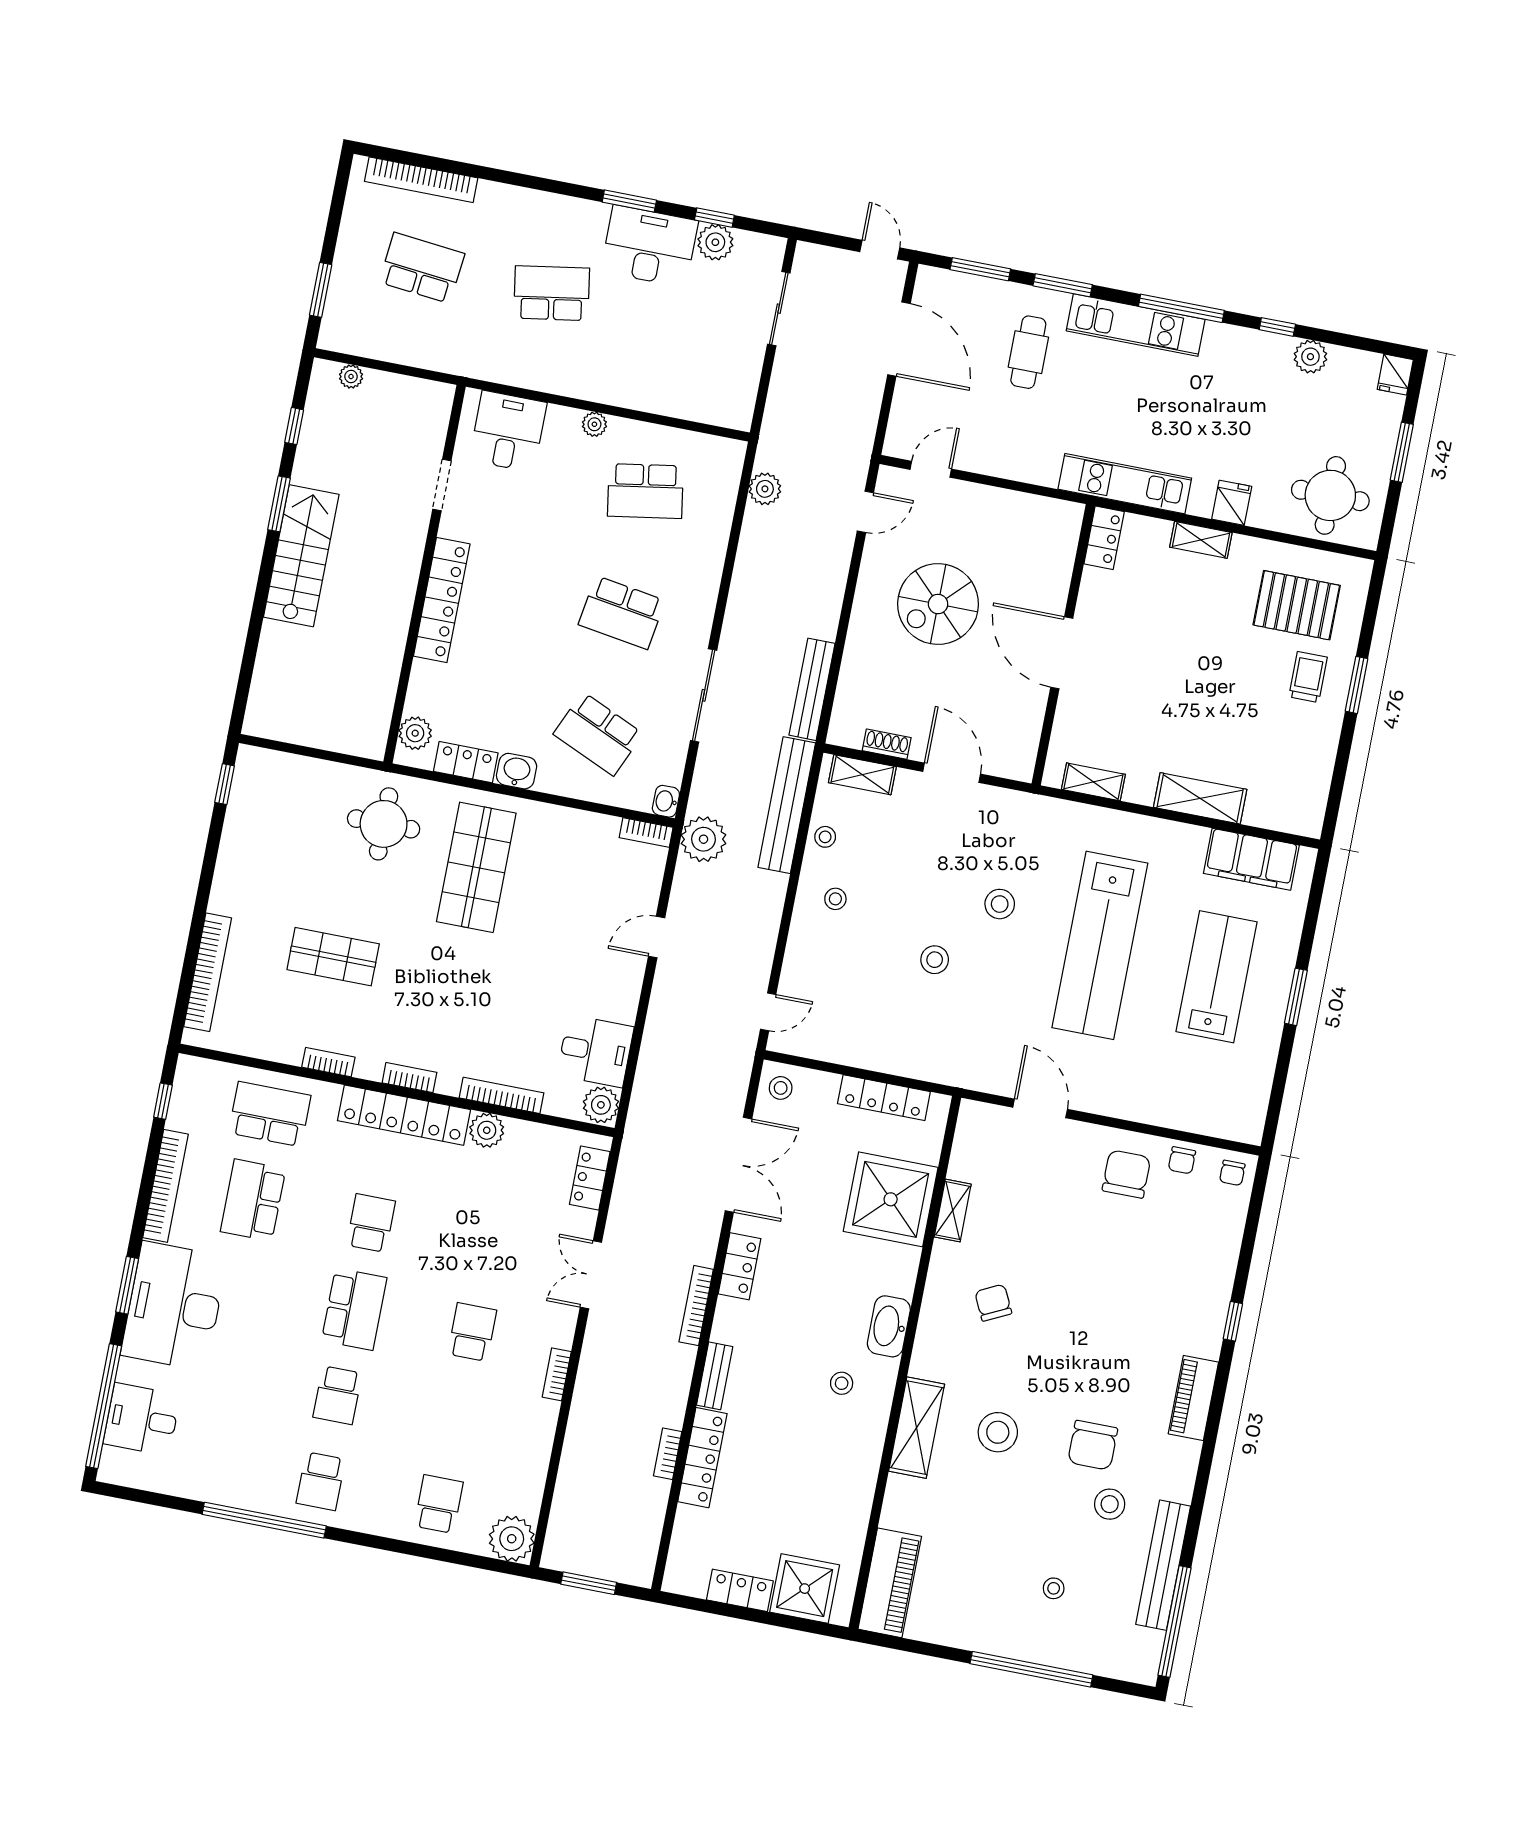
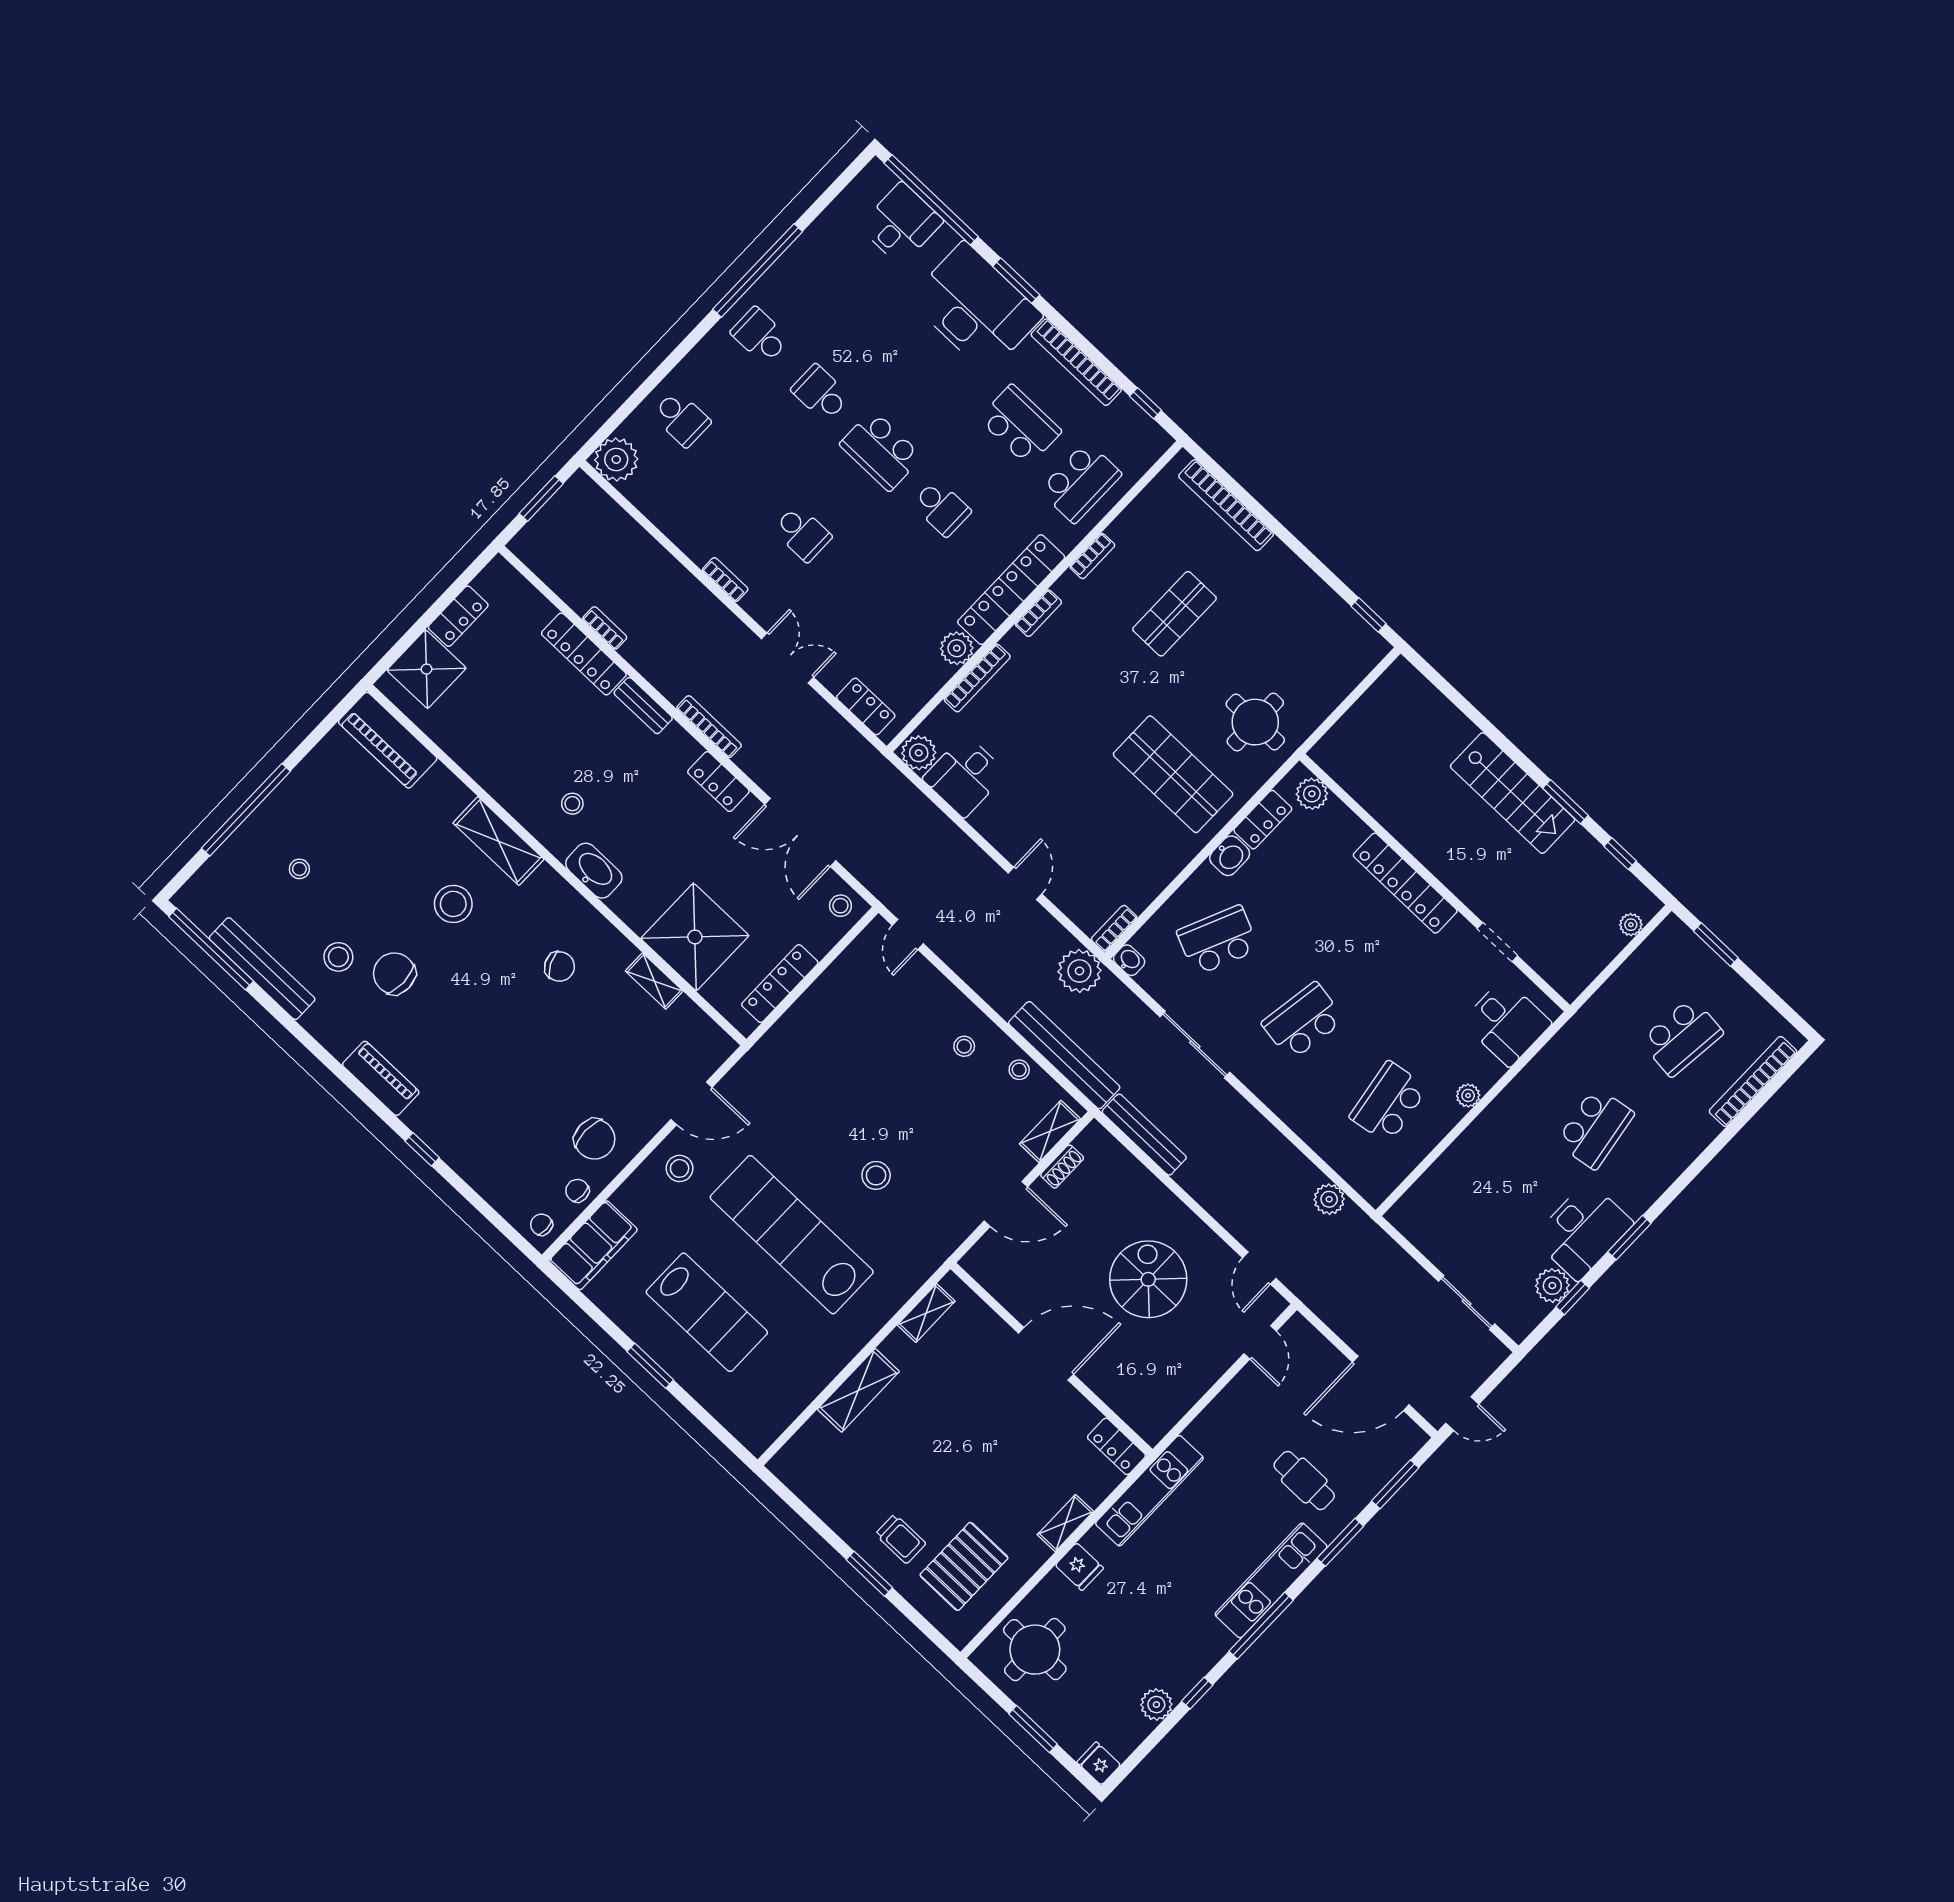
filing cabinet: (1251, 859) -> (593, 1245), moved, turned 180
stool: (935, 960) -> (680, 1168), moved

